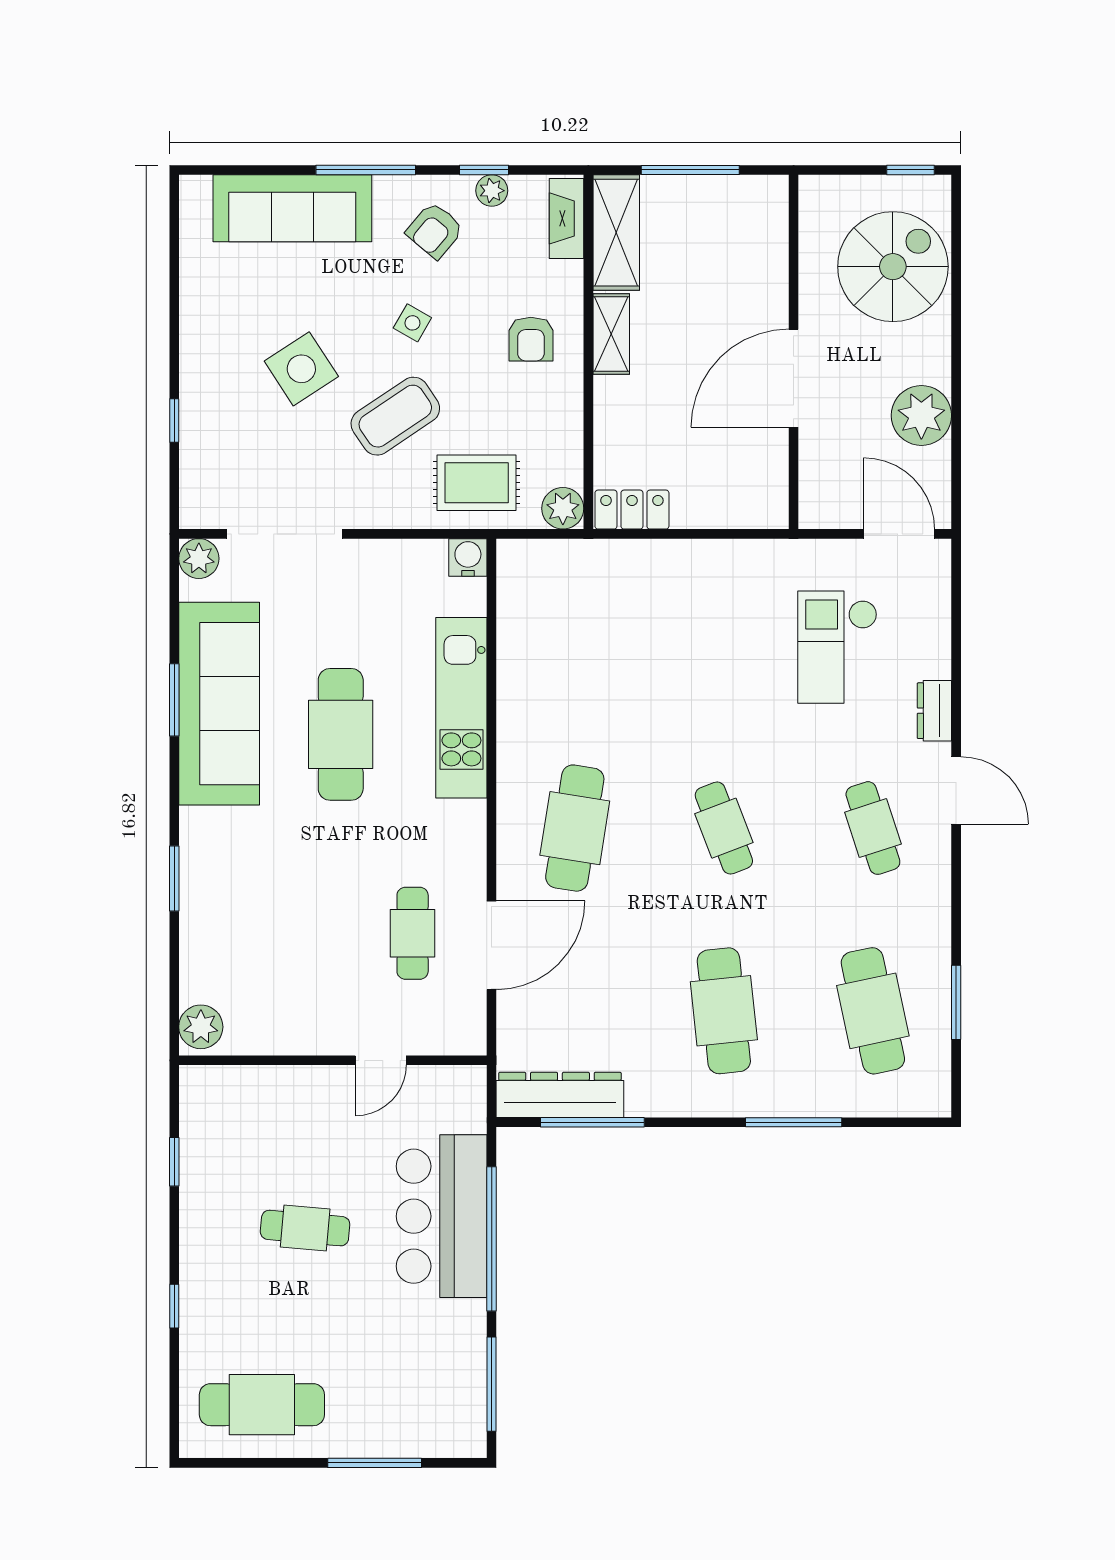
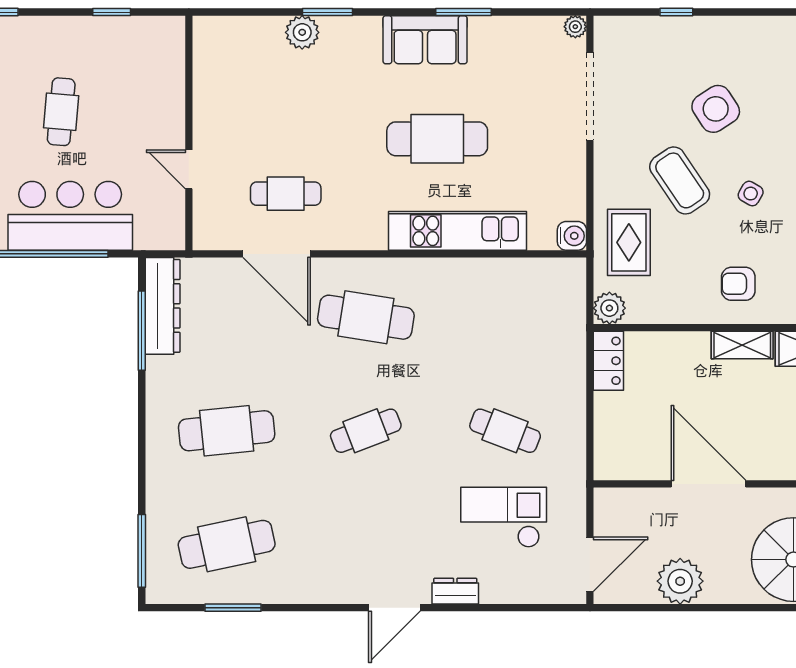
plant: (199, 559) -> (575, 27), width x0.73, depth x0.73
sofa: (219, 704) -> (425, 40), width x0.54, depth x0.79
cafe table: (873, 828) -> (505, 431), moved, turned 39
plant: (201, 1027) -> (302, 32), moved
window: (794, 1122) -> (142, 551), moved

